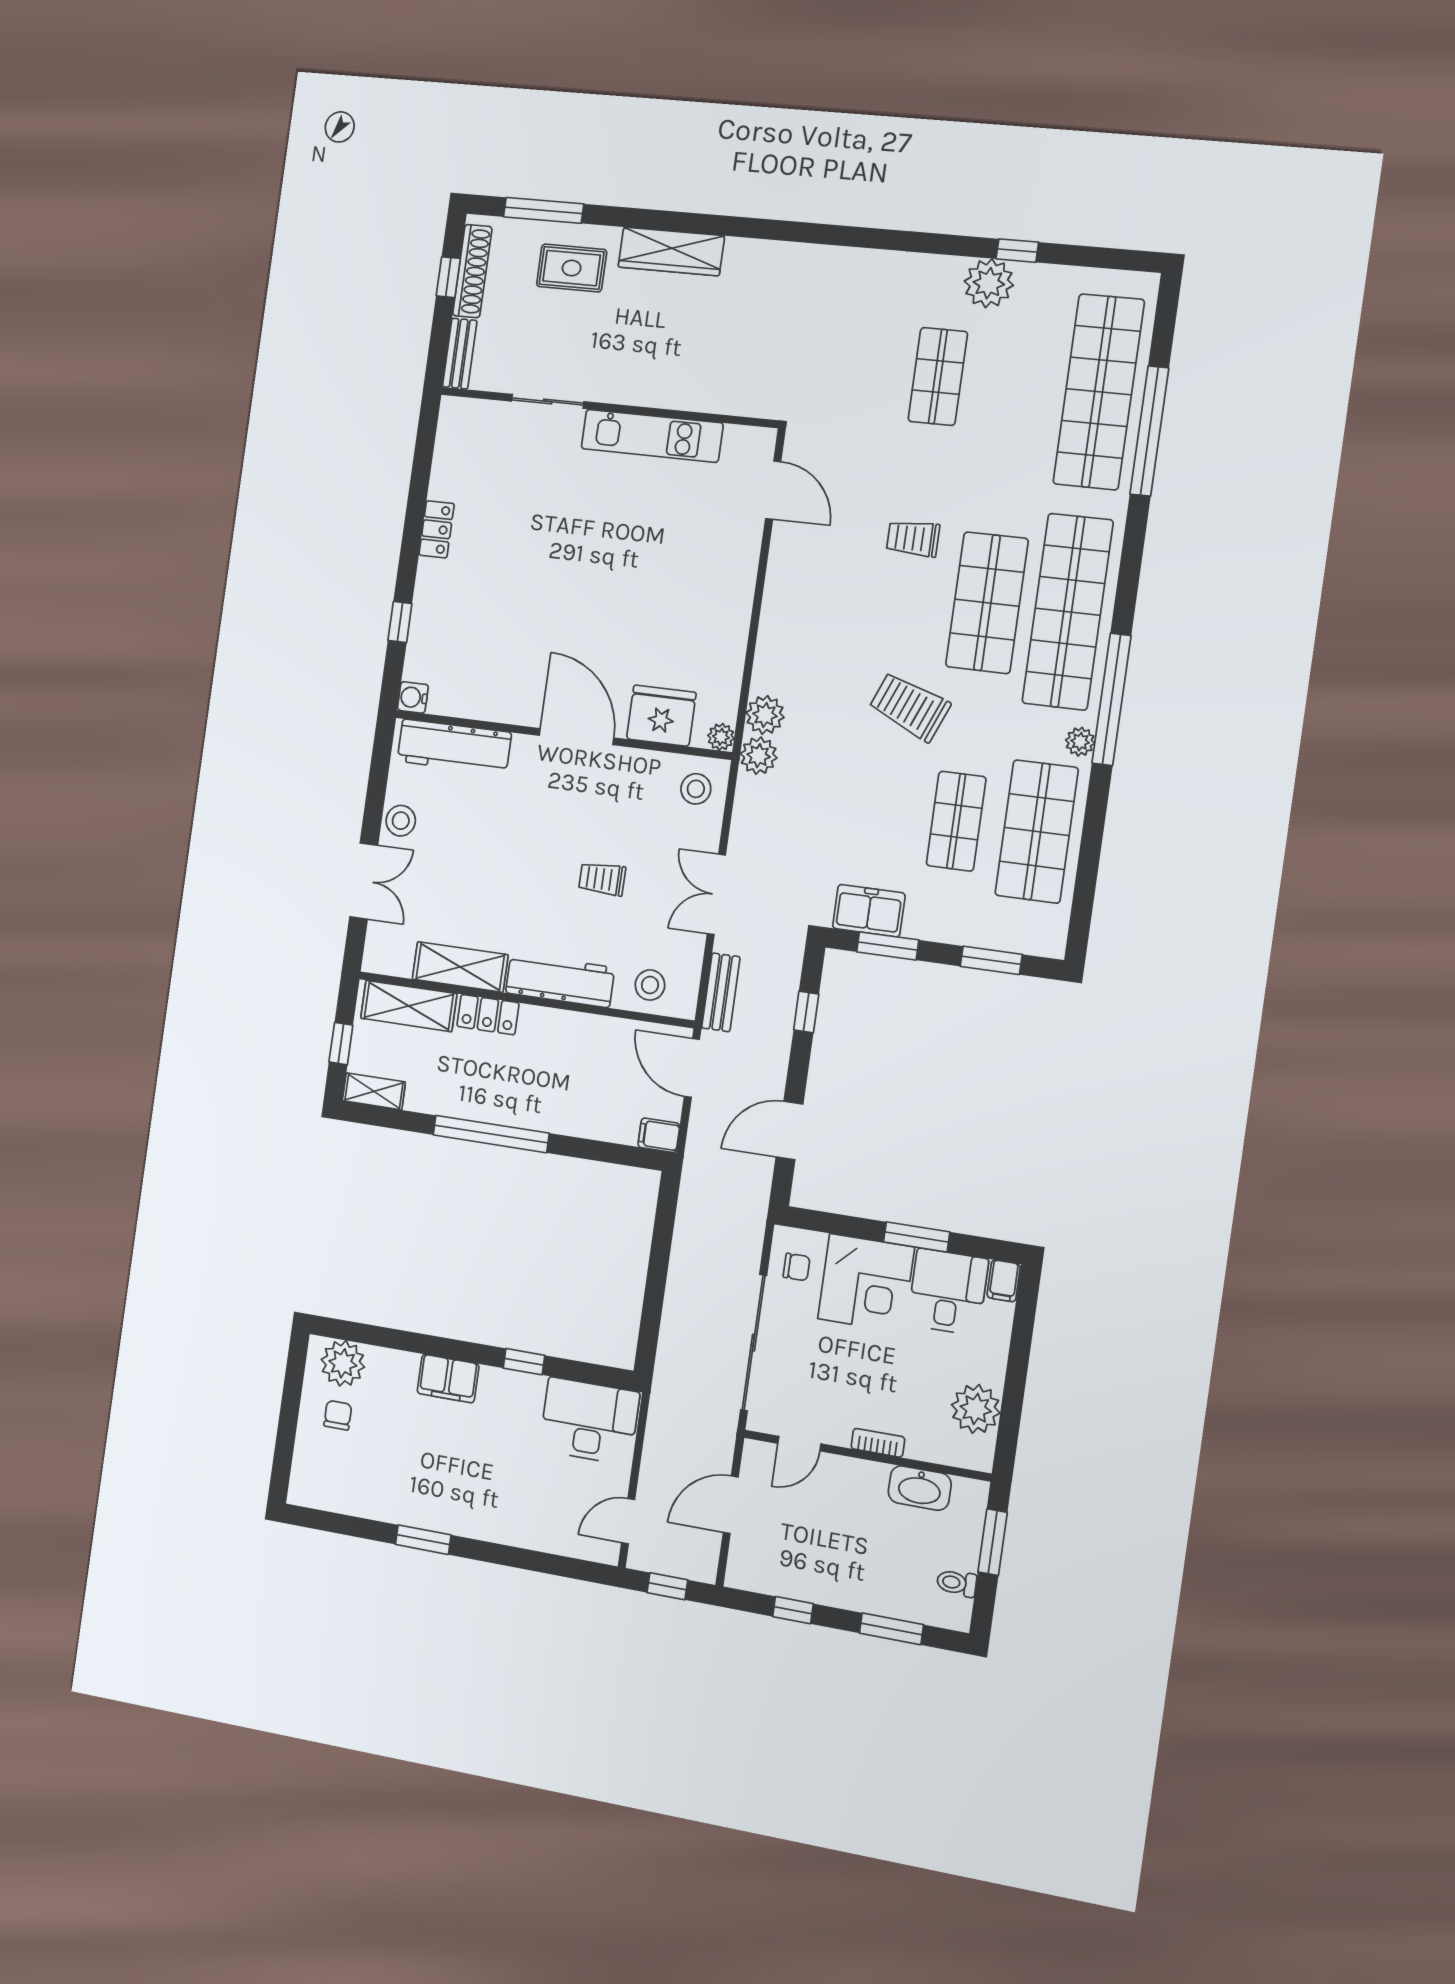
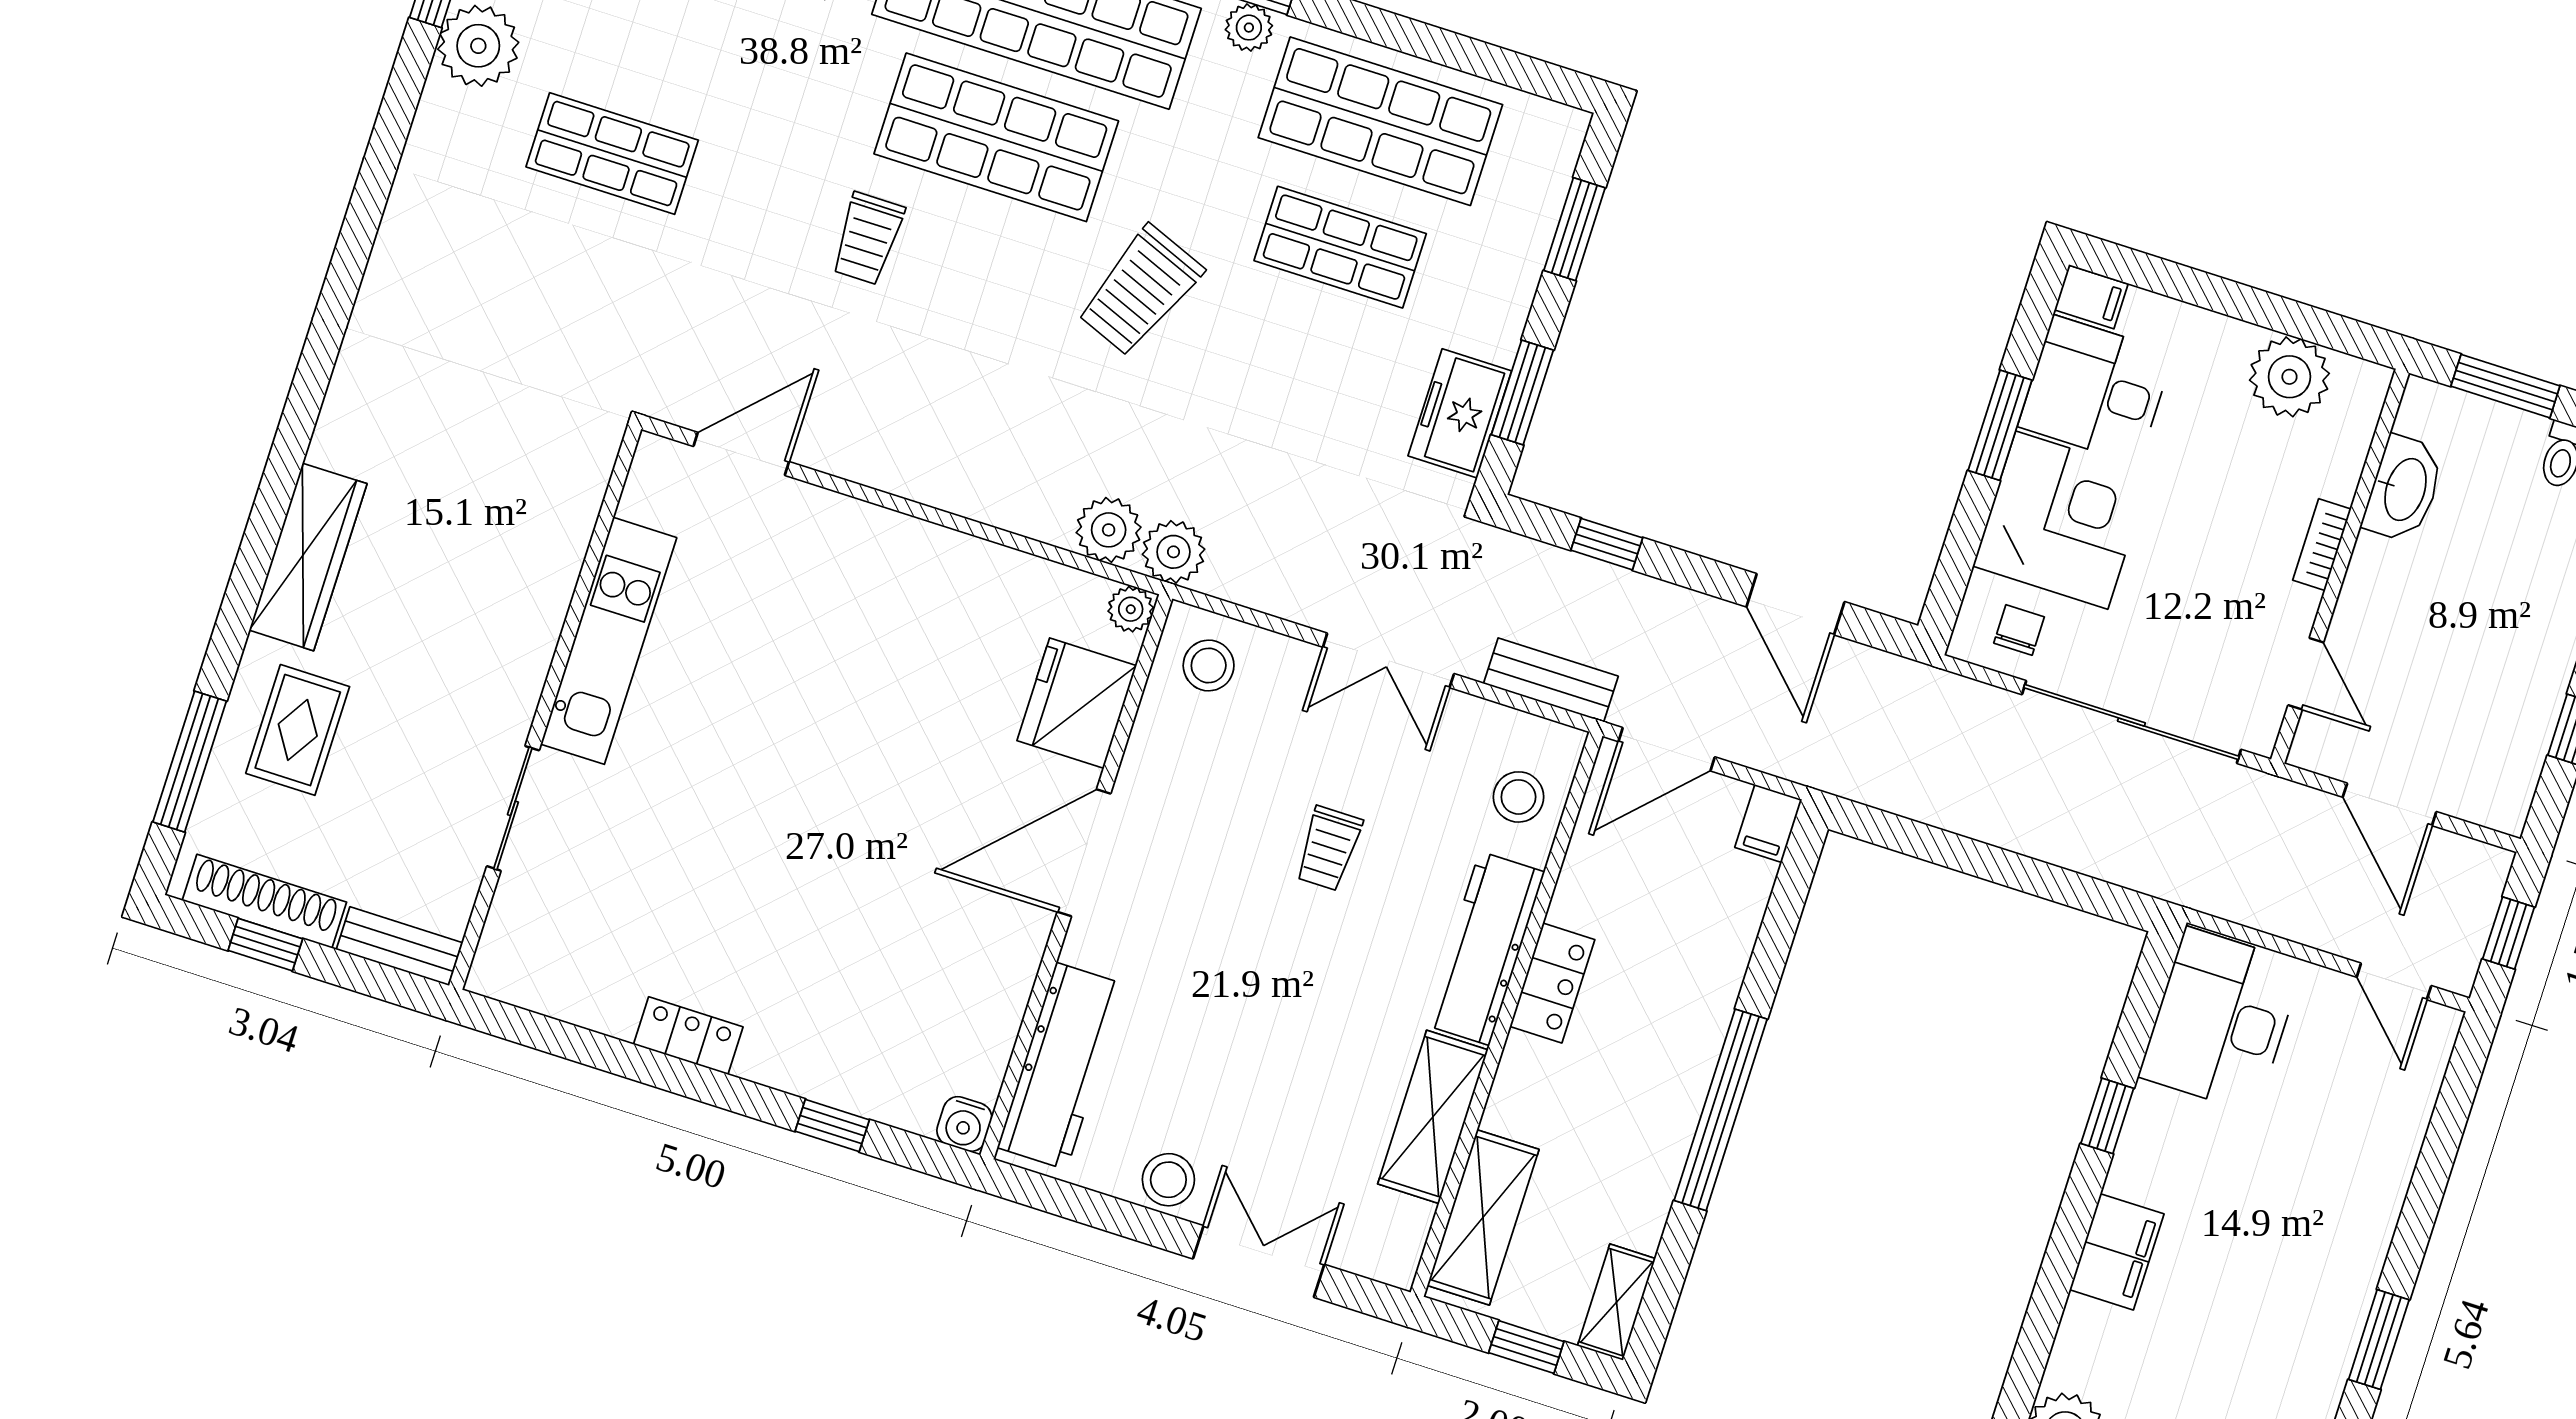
locker: (488, 1015) -> (1552, 983), moved

